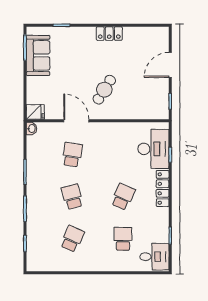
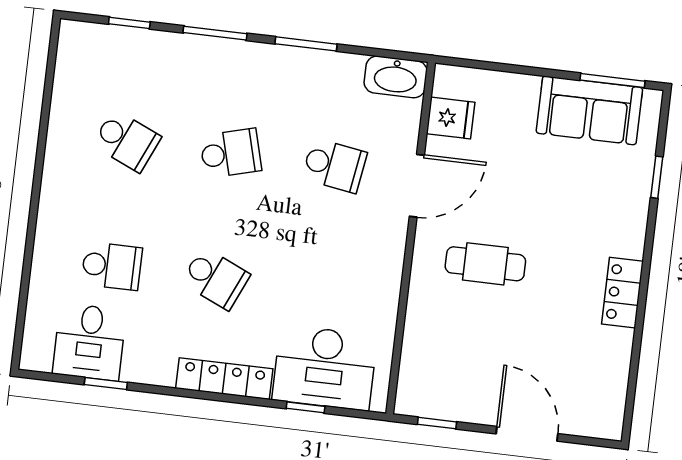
cafe table: (104, 90) -> (485, 264), turned -32
fridge: (35, 112) -> (451, 118), moved, turned -90
washbasin: (32, 129) -> (396, 77), width x1.91, depth x1.45
desk: (154, 257) -> (89, 342), moved

